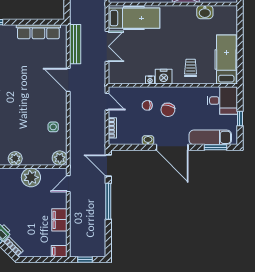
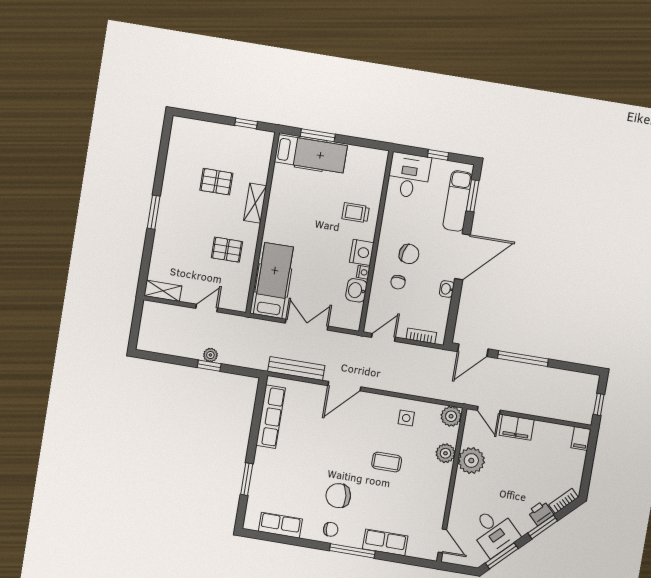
washbasin: (205, 12) -> (356, 290), moved, turned 180
window: (240, 33) -> (318, 135), added
hospital bed: (226, 60) -> (311, 154), moved, turned 180
coffee table: (20, 118) -> (387, 462), added
plant: (15, 159) -> (445, 453), moved
filing cabinet: (59, 220) -> (517, 427), moved

